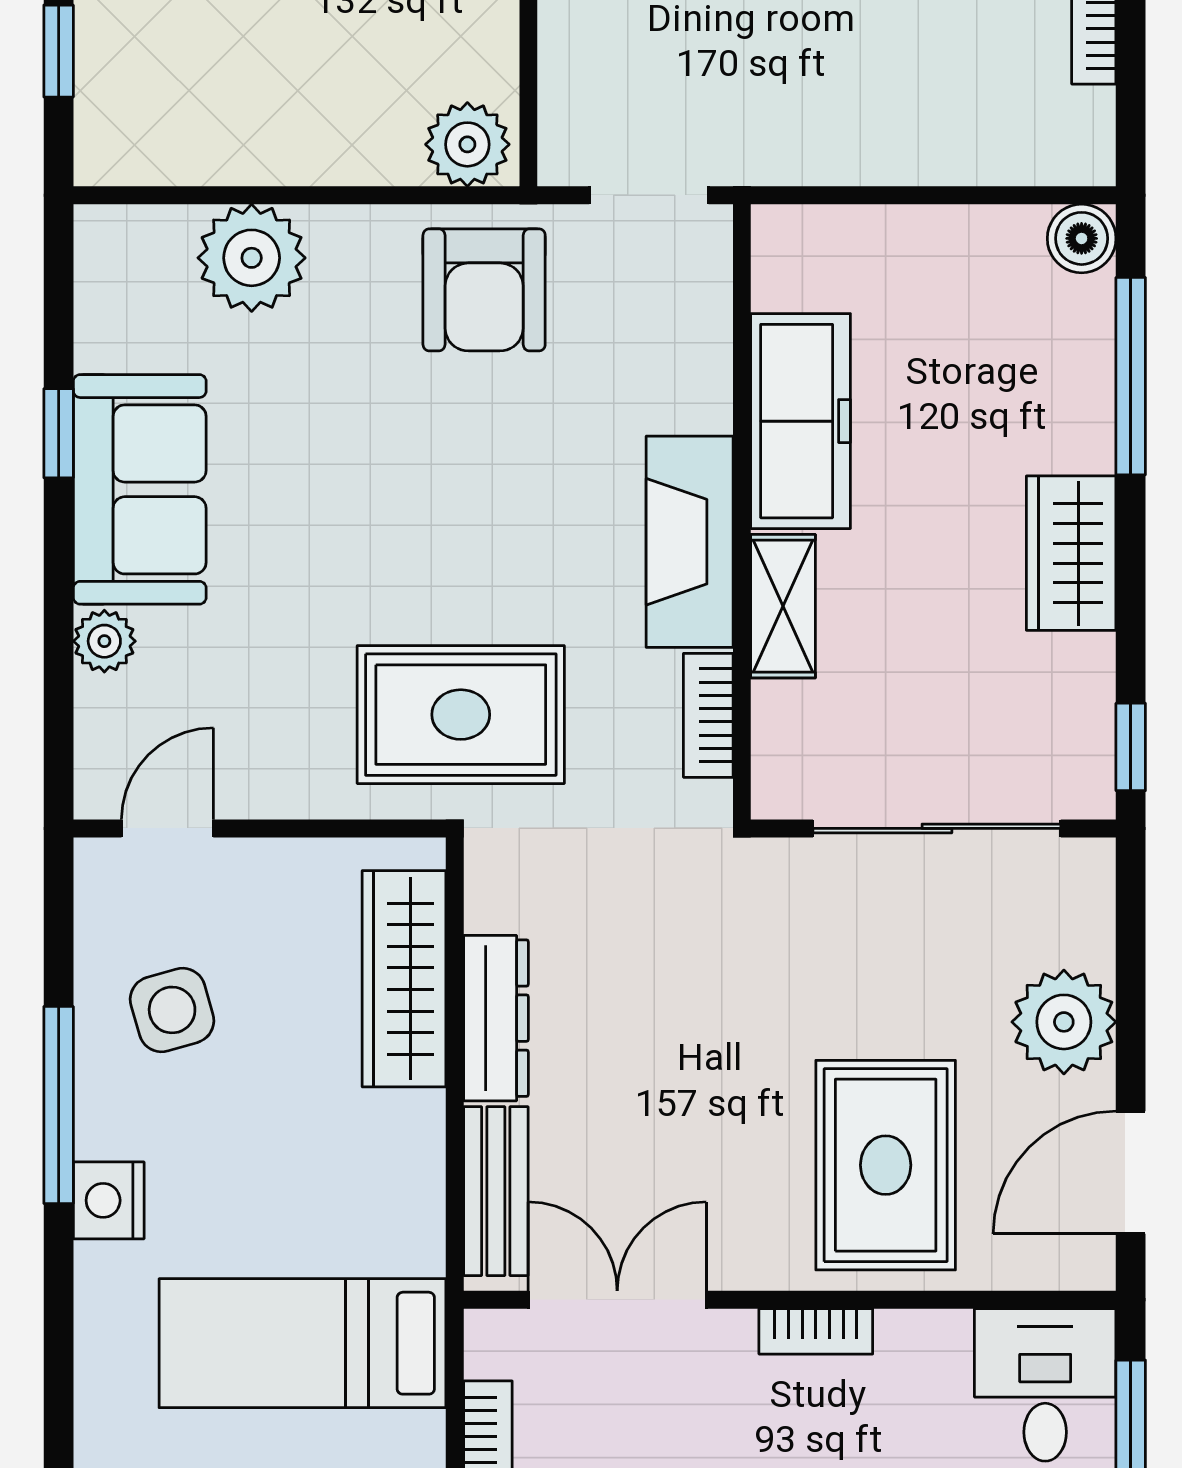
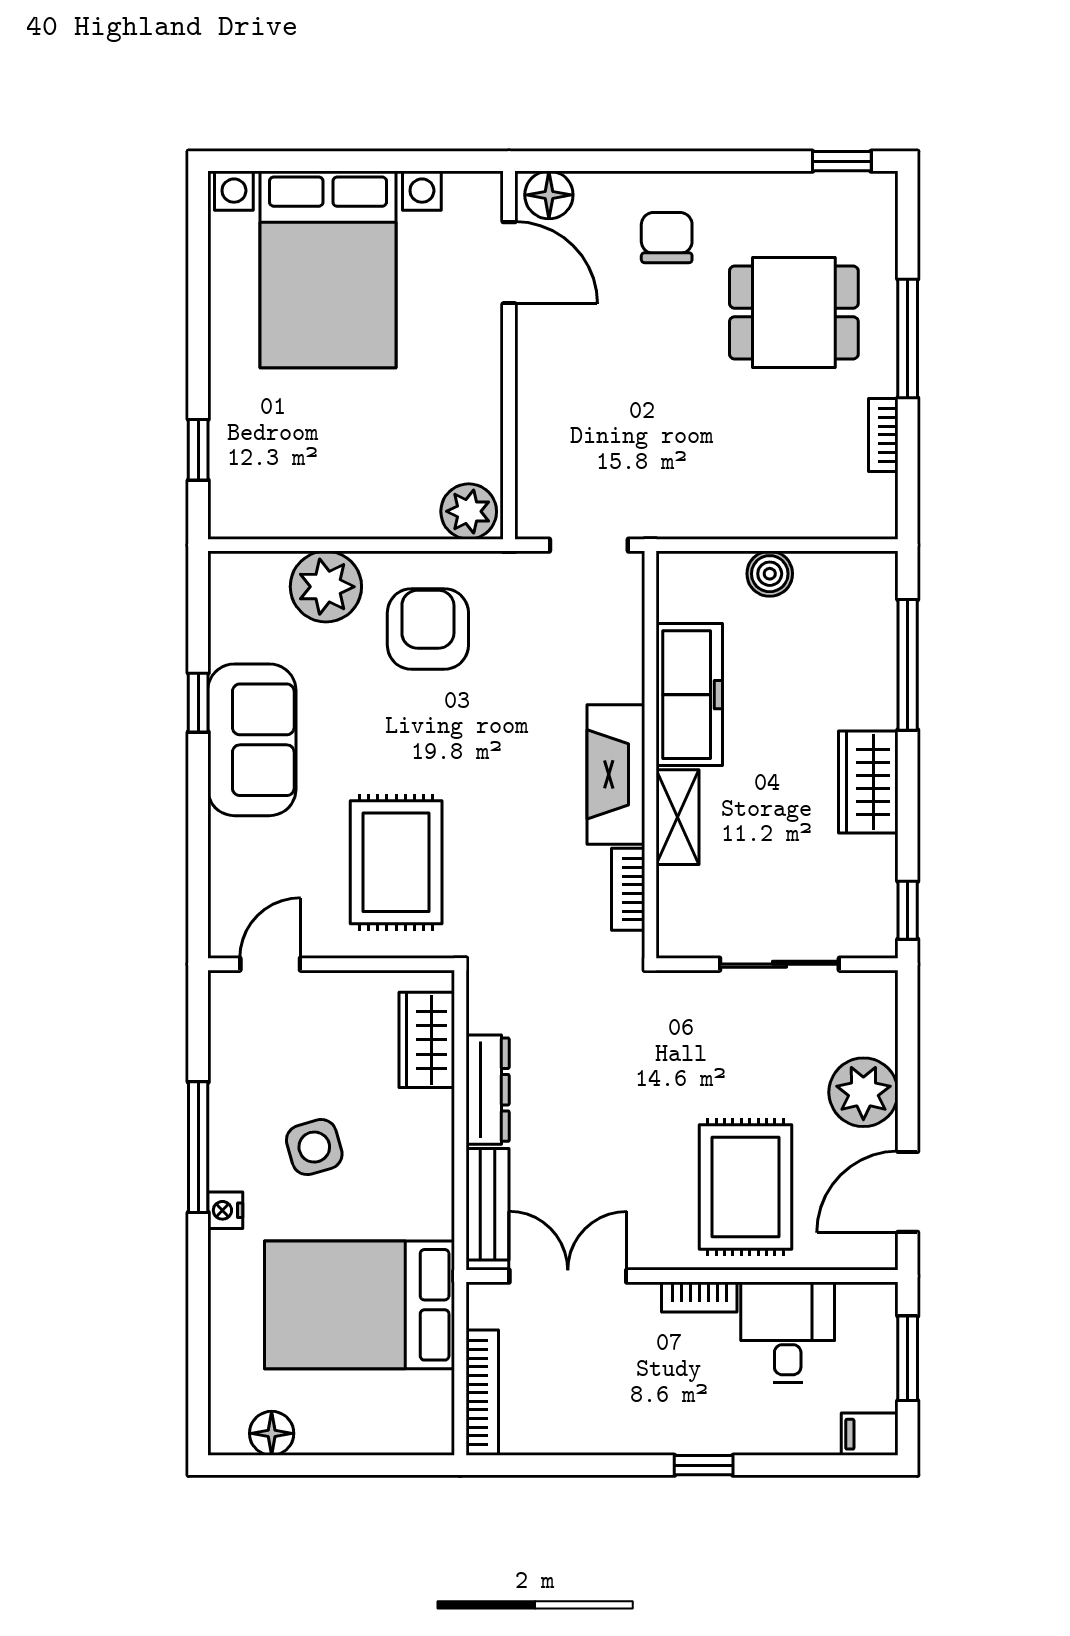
boiler: (1082, 238) -> (770, 574), moved
armchair: (484, 290) -> (428, 629), moved, turned 180
plant: (104, 641) -> (228, 840), removed
rug: (461, 715) -> (396, 862), moved, turned 90
sliding door: (937, 828) -> (779, 964), width x0.73
wardrobe: (404, 979) -> (427, 1040), width x0.67
side table: (172, 1010) -> (314, 1147), moved
nightstand: (109, 1200) -> (225, 1210), width x0.72, depth x0.74
bed: (302, 1343) -> (360, 1305), width x1.50
desk: (1045, 1385) -> (788, 1332), moved

